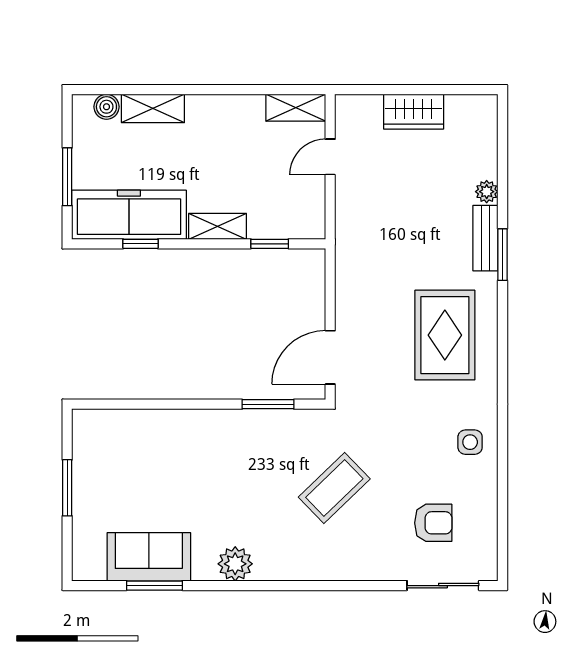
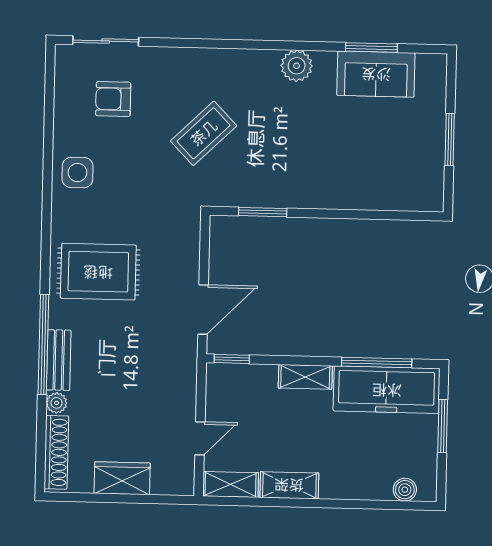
shelving: (153, 108) -> (289, 485), moved
shoe rack: (486, 138) -> (56, 452), added
window: (141, 244) -> (377, 363), width x2.17
window: (270, 244) -> (232, 359), moved
window: (503, 255) -> (43, 345), width x2.11
rug: (445, 335) -> (98, 272), turned 90
door: (330, 357) -> (203, 310), moved
side table: (470, 442) -> (77, 173), width x1.37, depth x1.37

